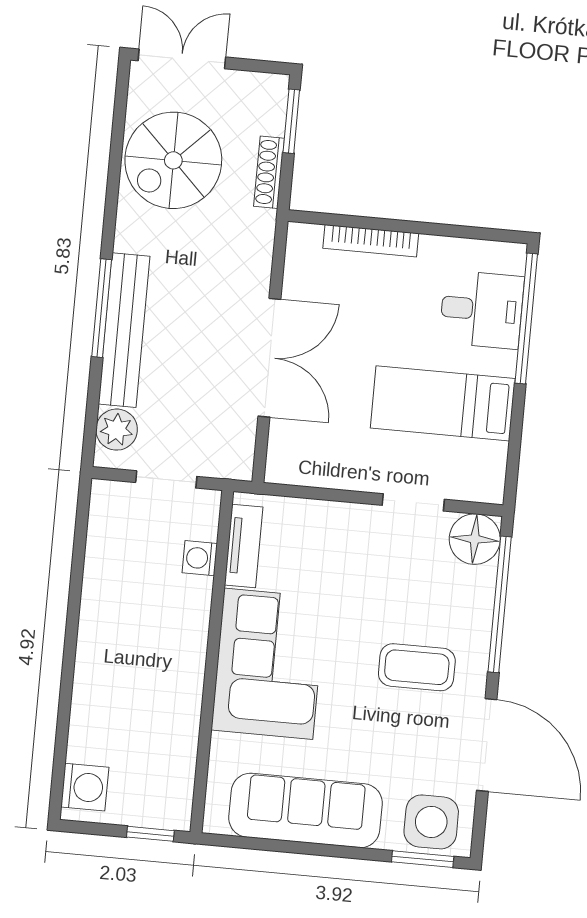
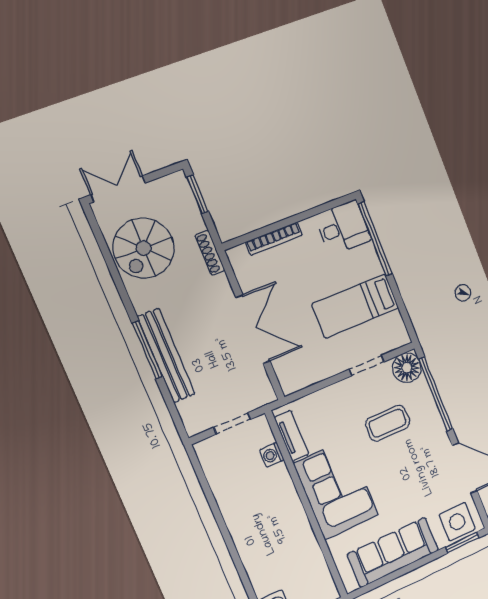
shoe rack: (269, 172) -> (210, 253), moved
desk: (482, 310) -> (343, 228), moved
plant: (117, 430) -> (191, 411), removed
coffee table: (417, 667) -> (387, 423), moved

